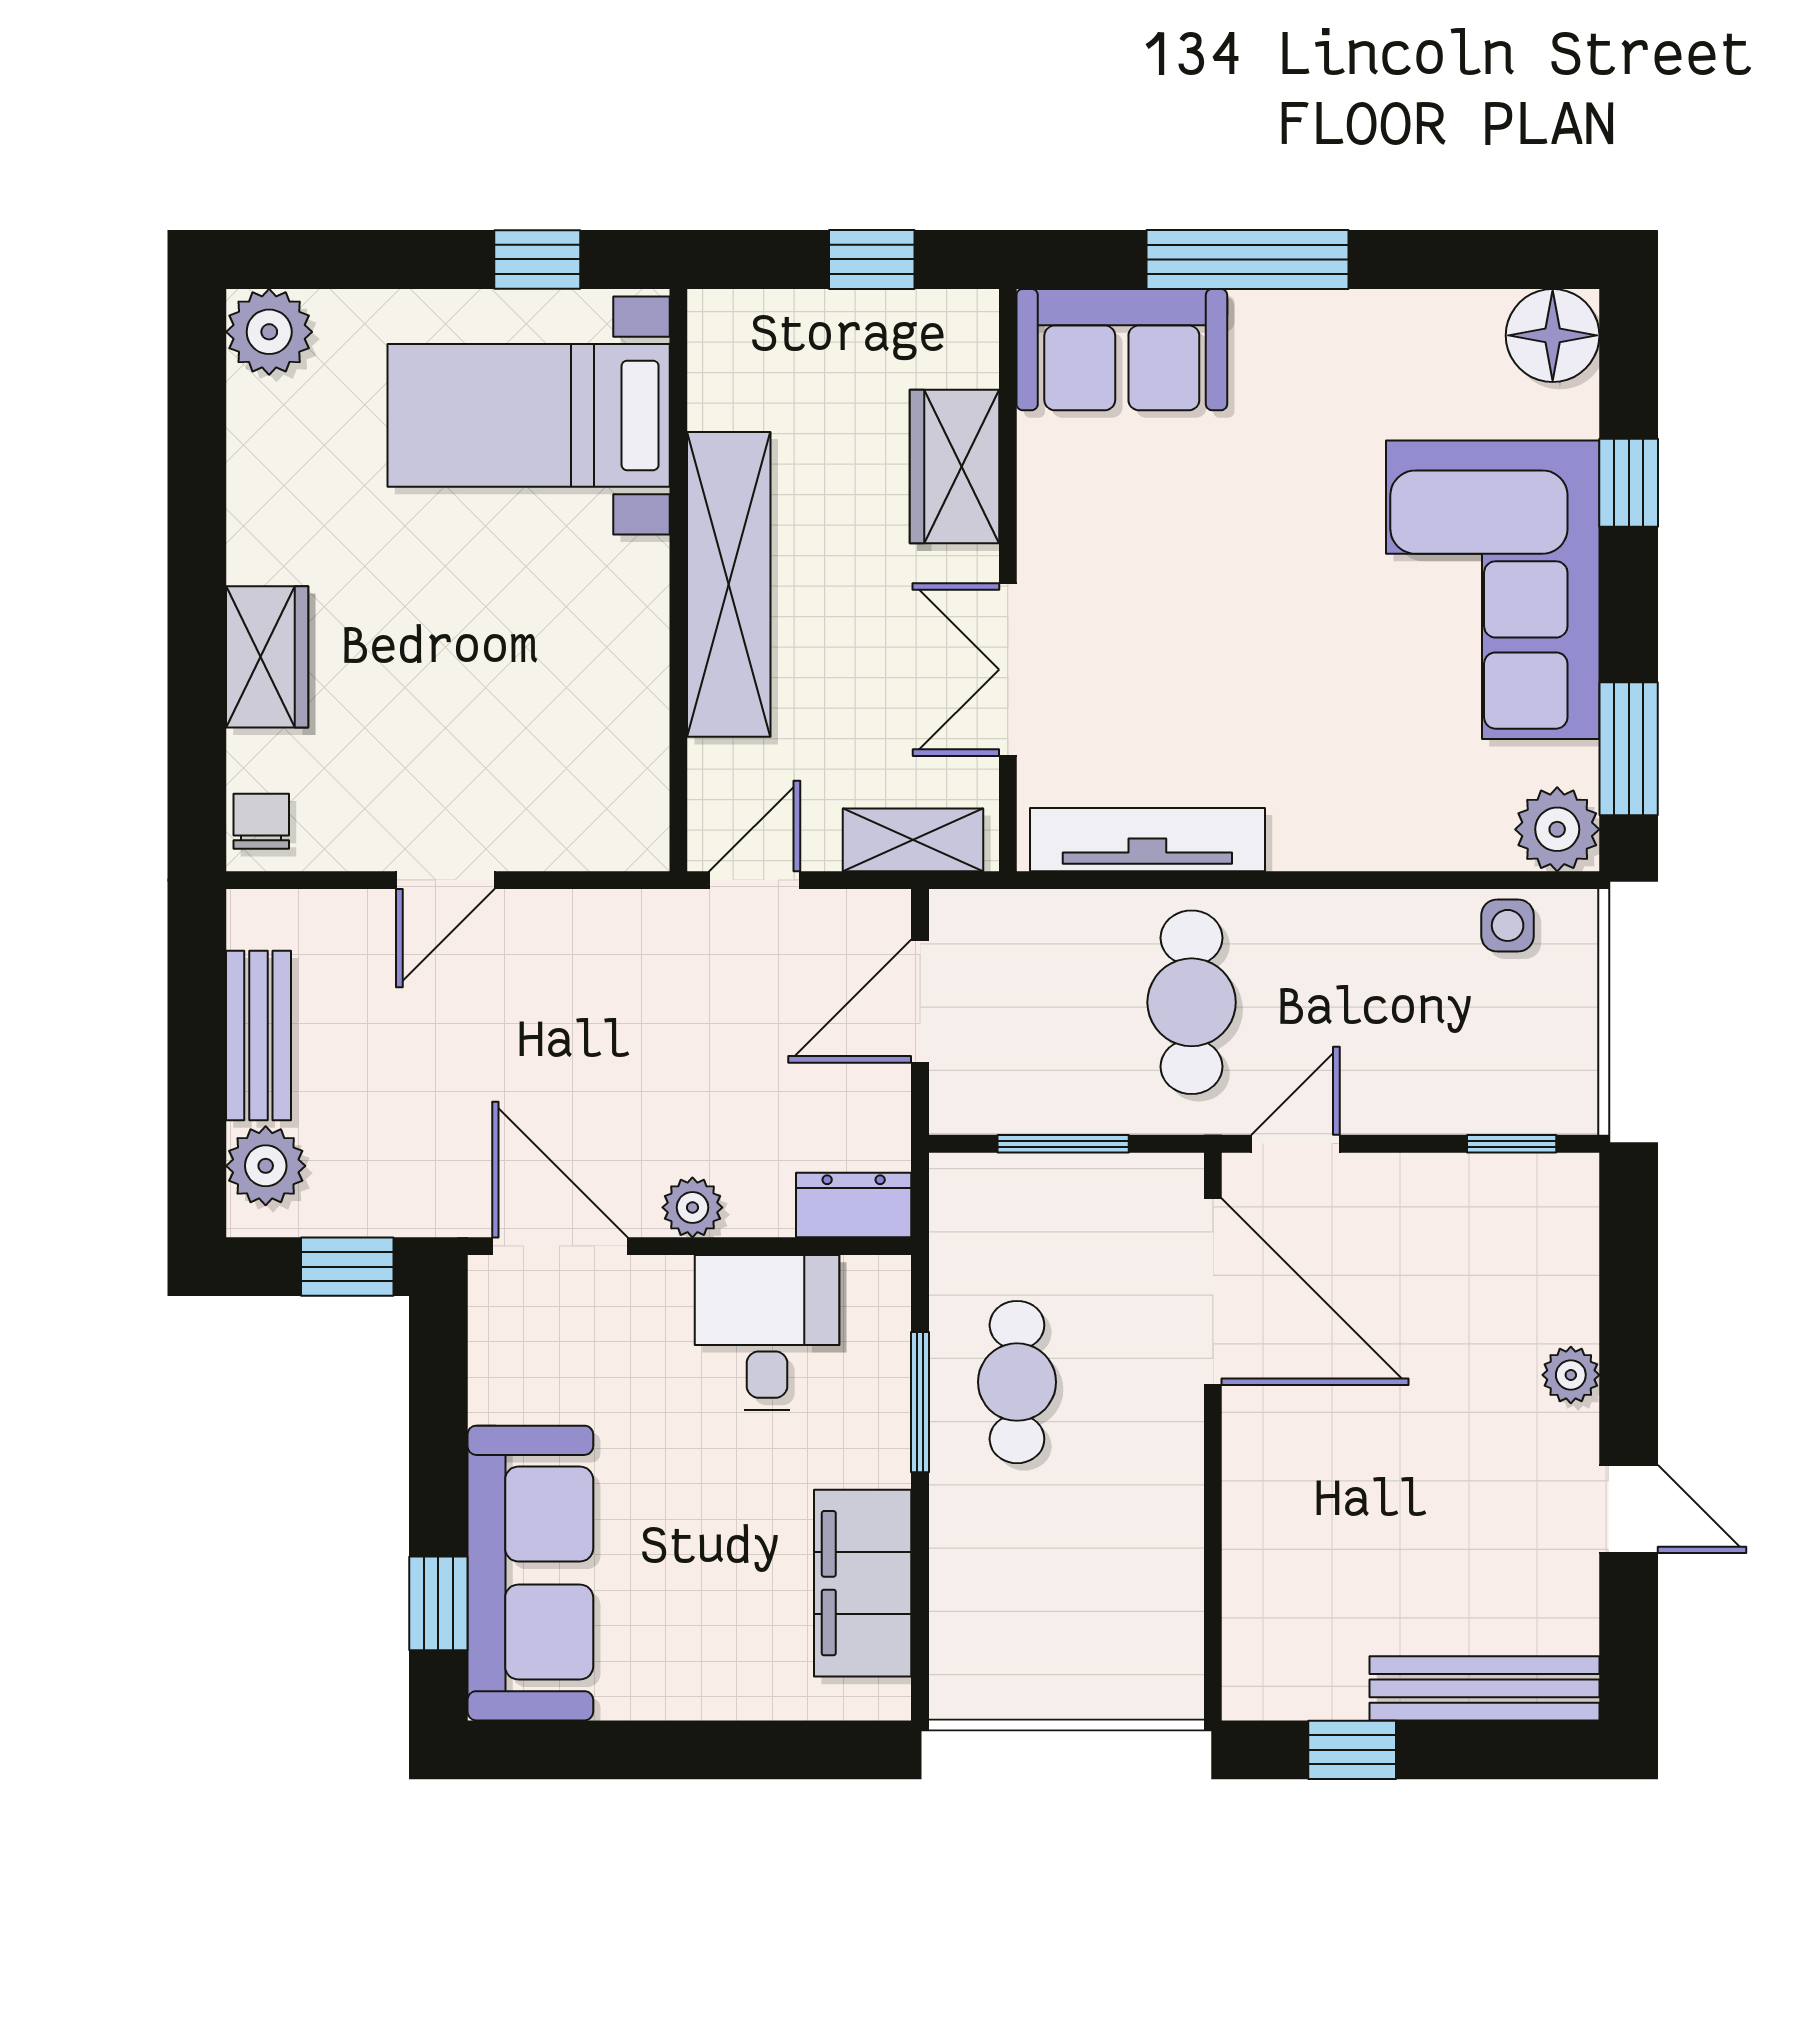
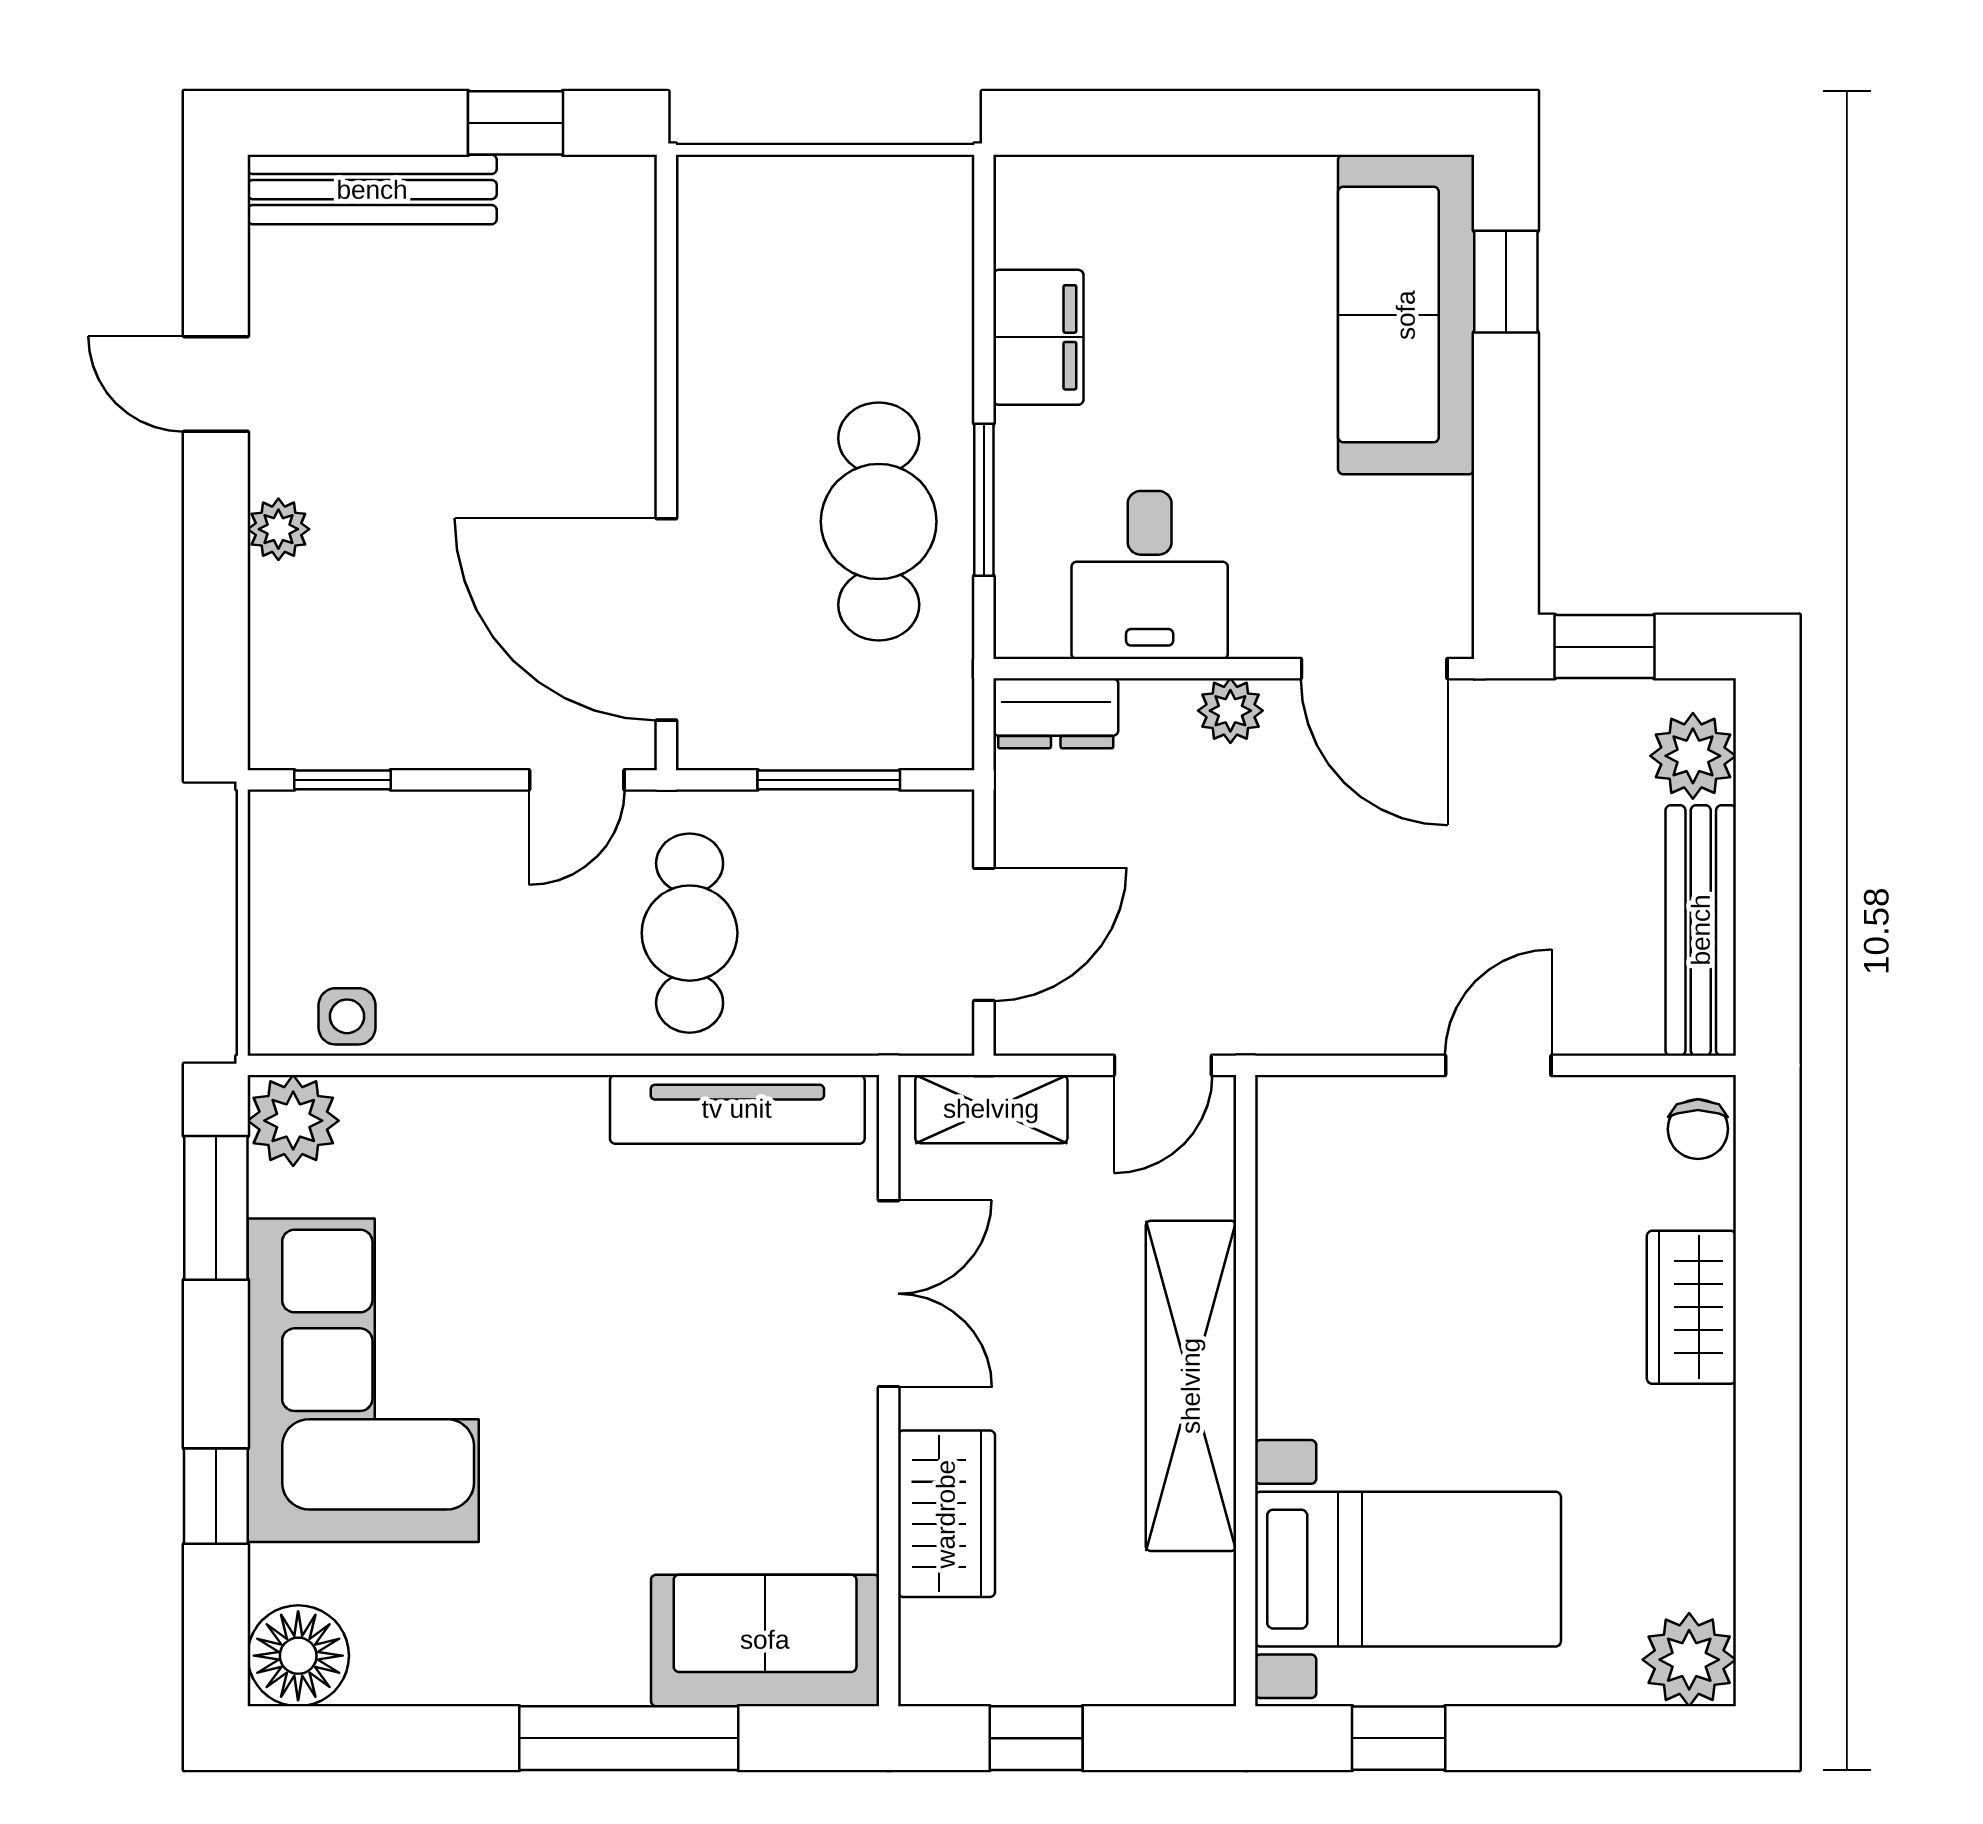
bench: (258, 1036) -> (1701, 930), width x1.36
cafe table: (1017, 1382) -> (879, 521), width x1.37, depth x1.35
filing cabinet: (863, 1583) -> (1038, 337), width x0.67, depth x0.86

